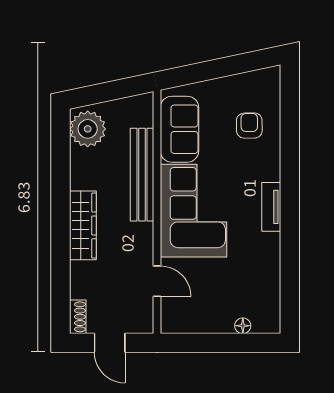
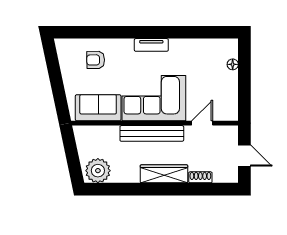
bench: (142, 175) -> (152, 133), moved
shoe rack: (78, 317) -> (200, 177), moved
door: (110, 343) -> (244, 156), hinge flipped

